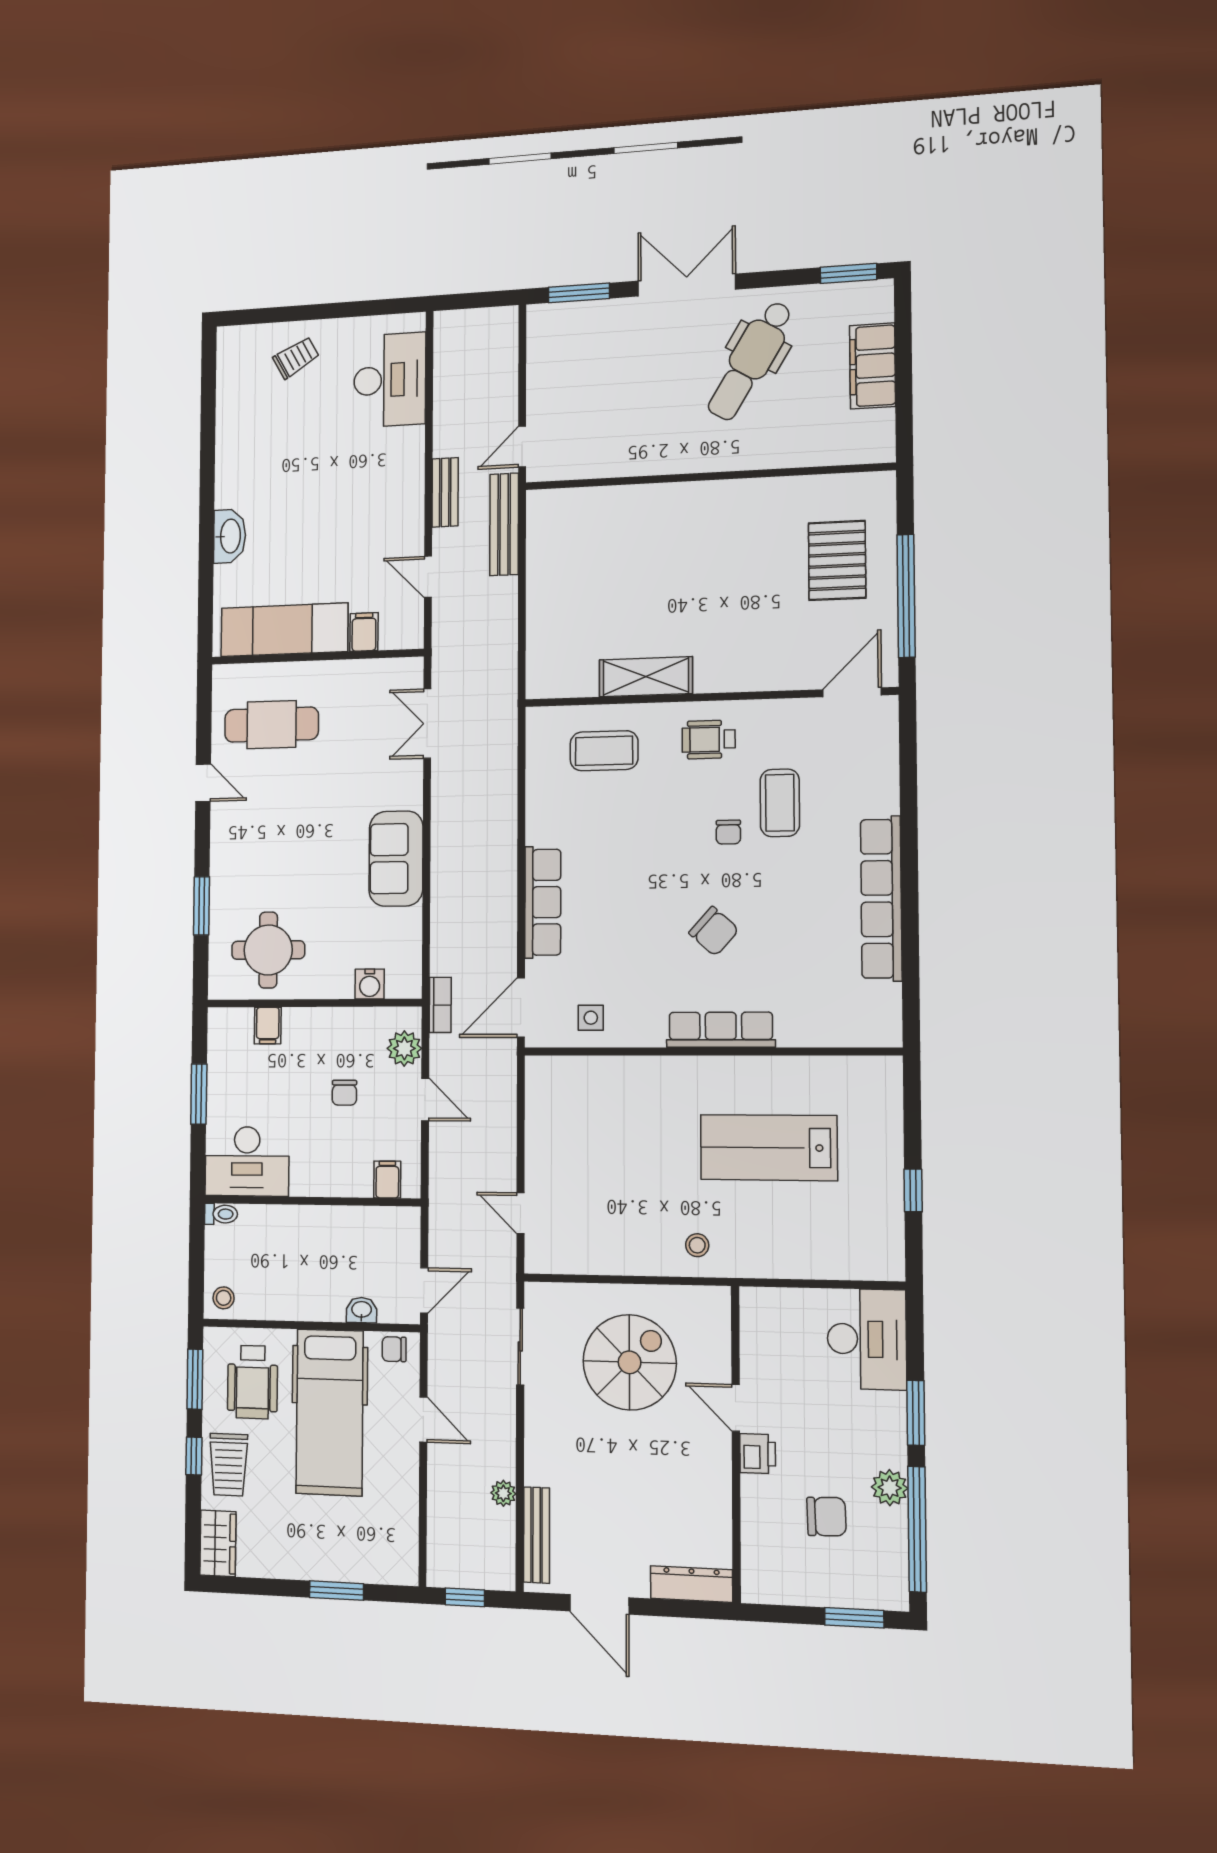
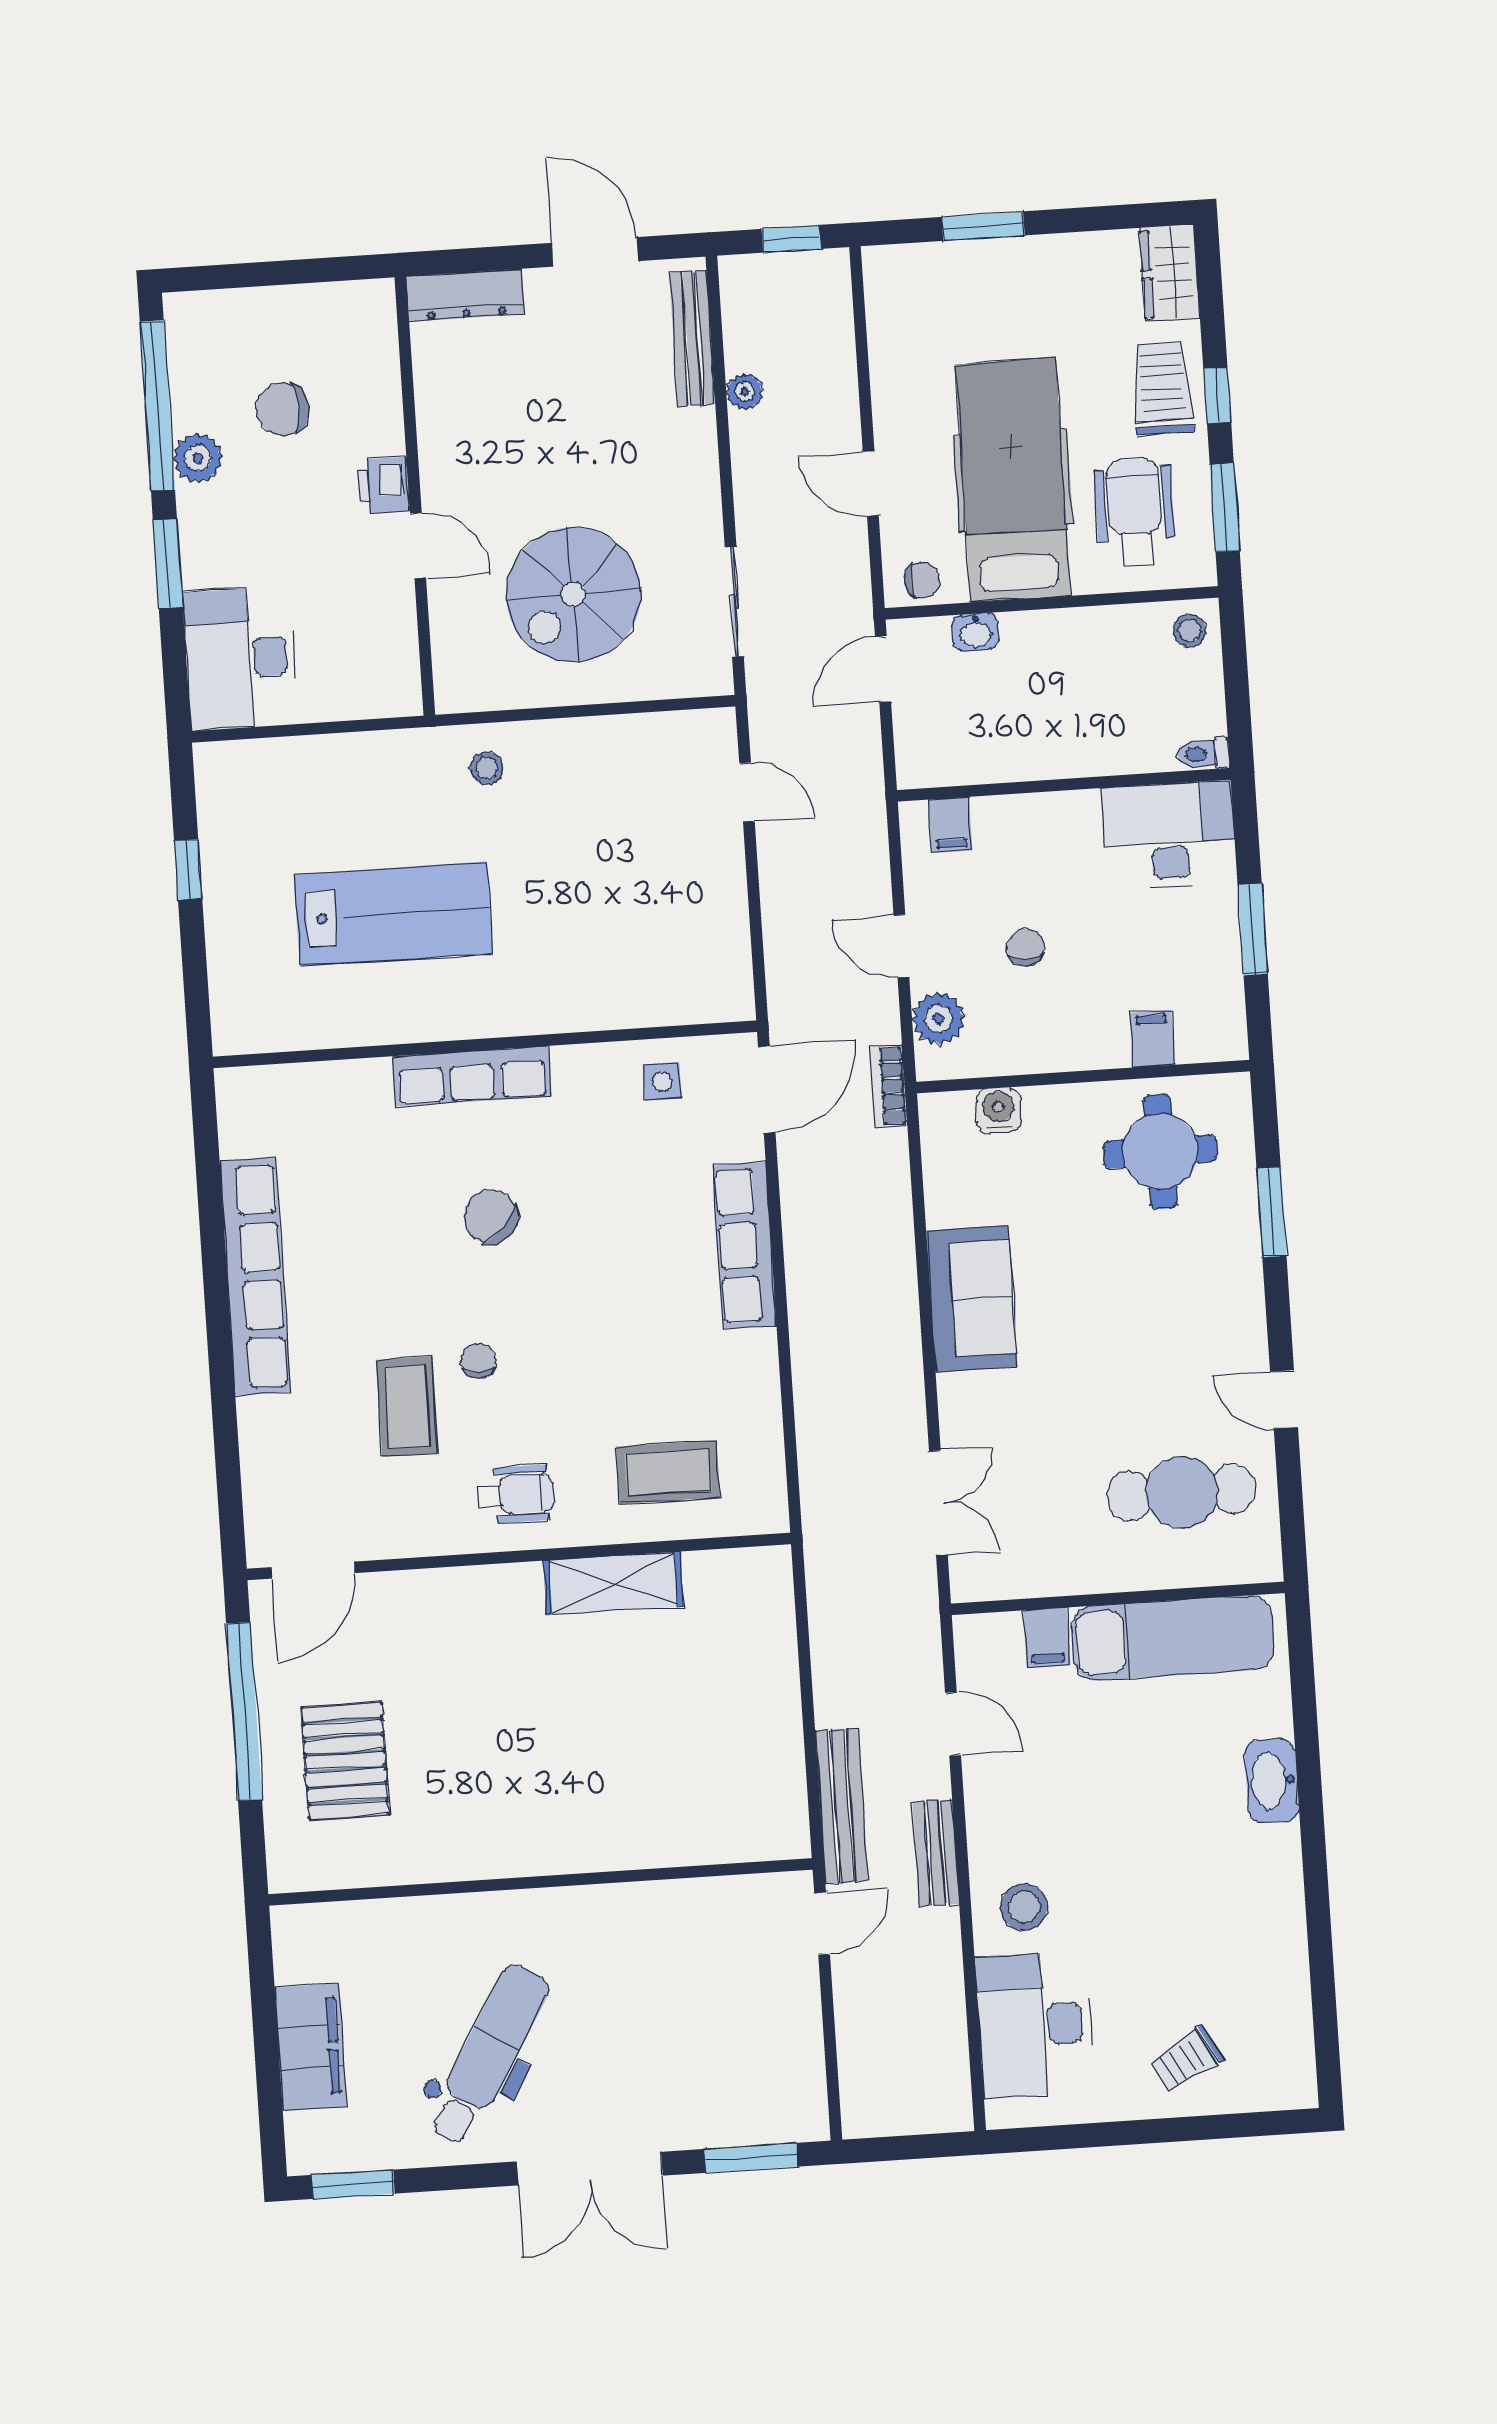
stool: (391, 456) -> (1024, 1907), added
window: (854, 1618) -> (236, 276), removed

